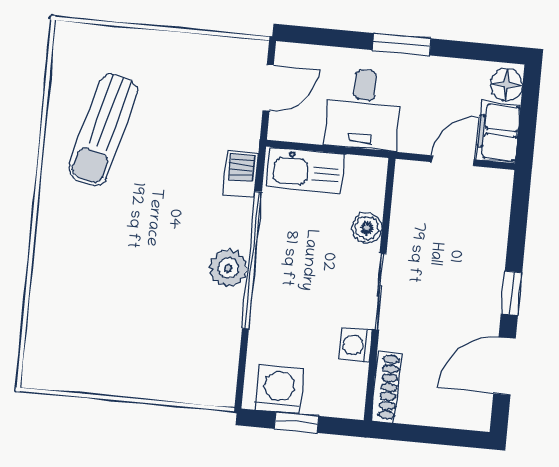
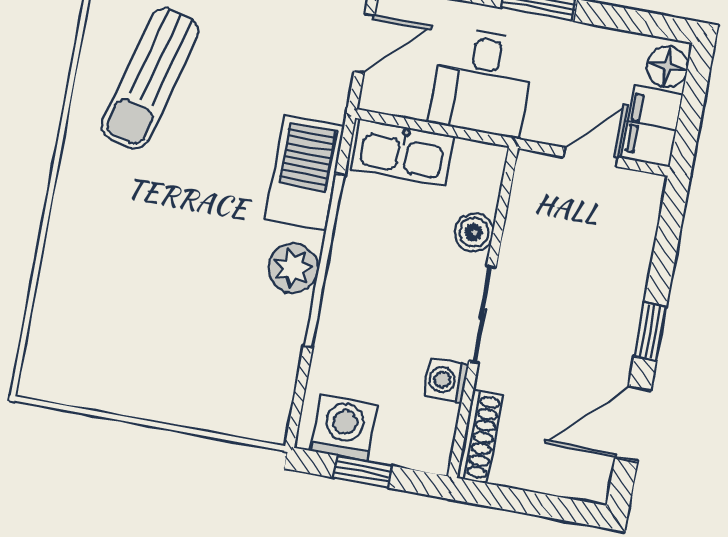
barbecue: (241, 174) -> (305, 173), width x1.88, depth x1.53

